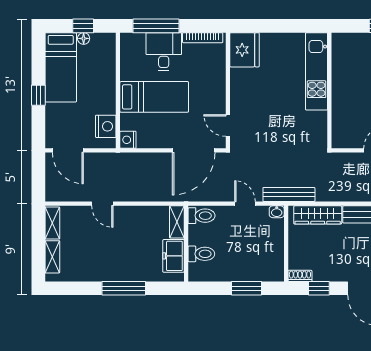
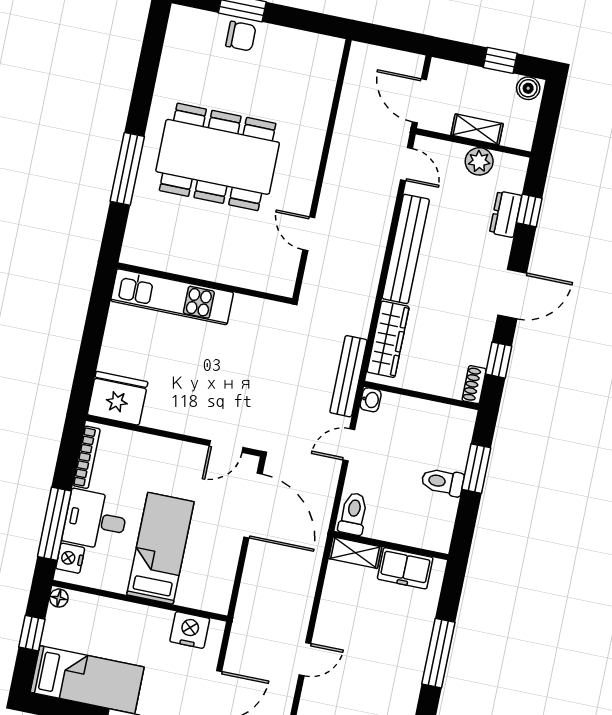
floor lamp: (84, 38) -> (59, 598), moved
nightstand: (128, 140) -> (70, 558), moved, turned 90
toilet: (201, 254) -> (443, 482), moved, turned -90

